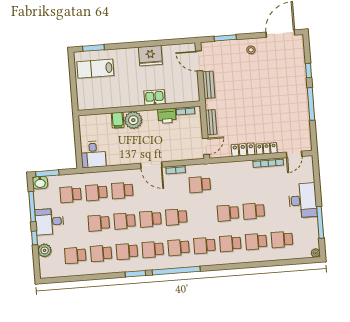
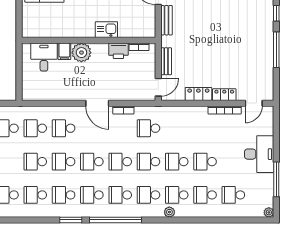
desk: (93, 154) -> (44, 57), moved, turned 180
school desk: (202, 215) -> (148, 162), added
plant: (225, 260) -> (169, 212), added

